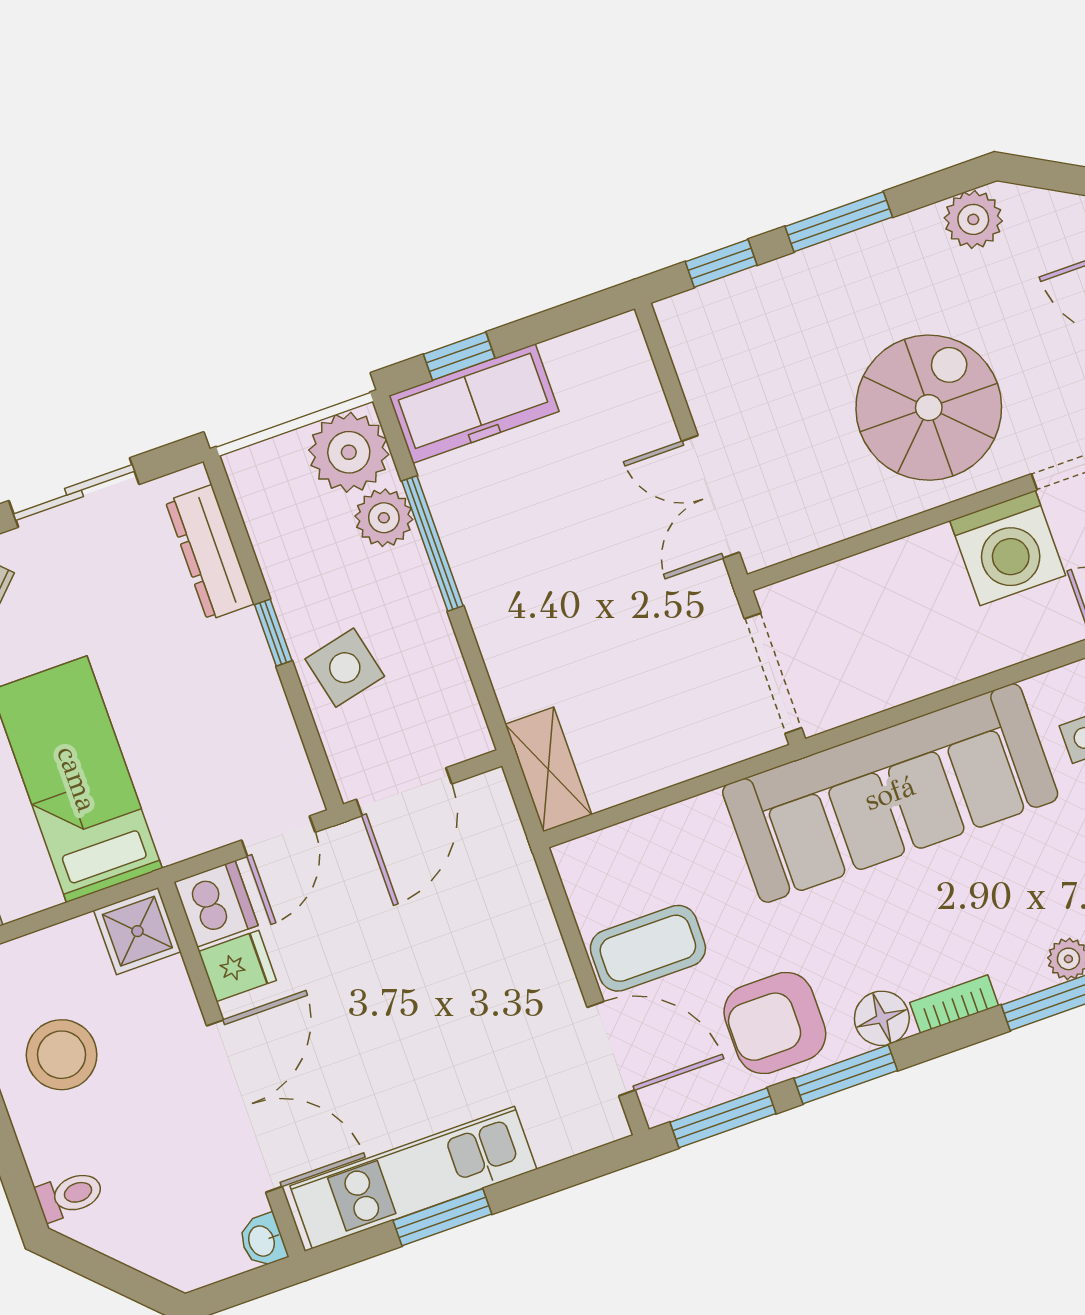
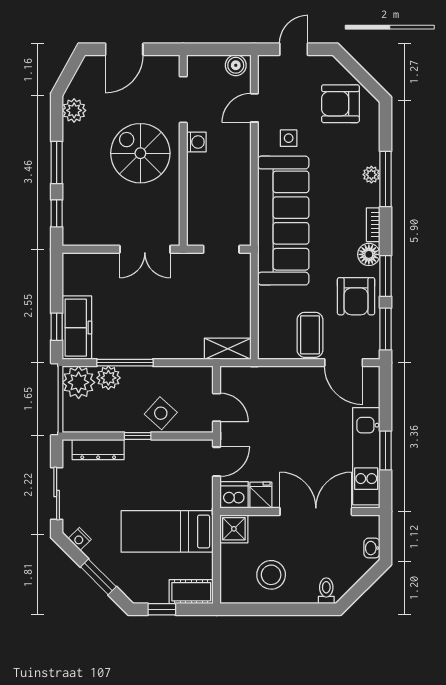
washing machine: (1008, 548) -> (196, 142), width x0.53, depth x0.53
side table: (345, 668) -> (161, 413), turned -35
doorway: (773, 673) -> (221, 249), width x0.73
door: (404, 792) -> (217, 407), width x0.73
door: (278, 836) -> (217, 462), hinge flipped
door: (611, 1049) -> (344, 363), swing flipped
washbasin: (263, 1241) -> (372, 548), moved, turned 90

